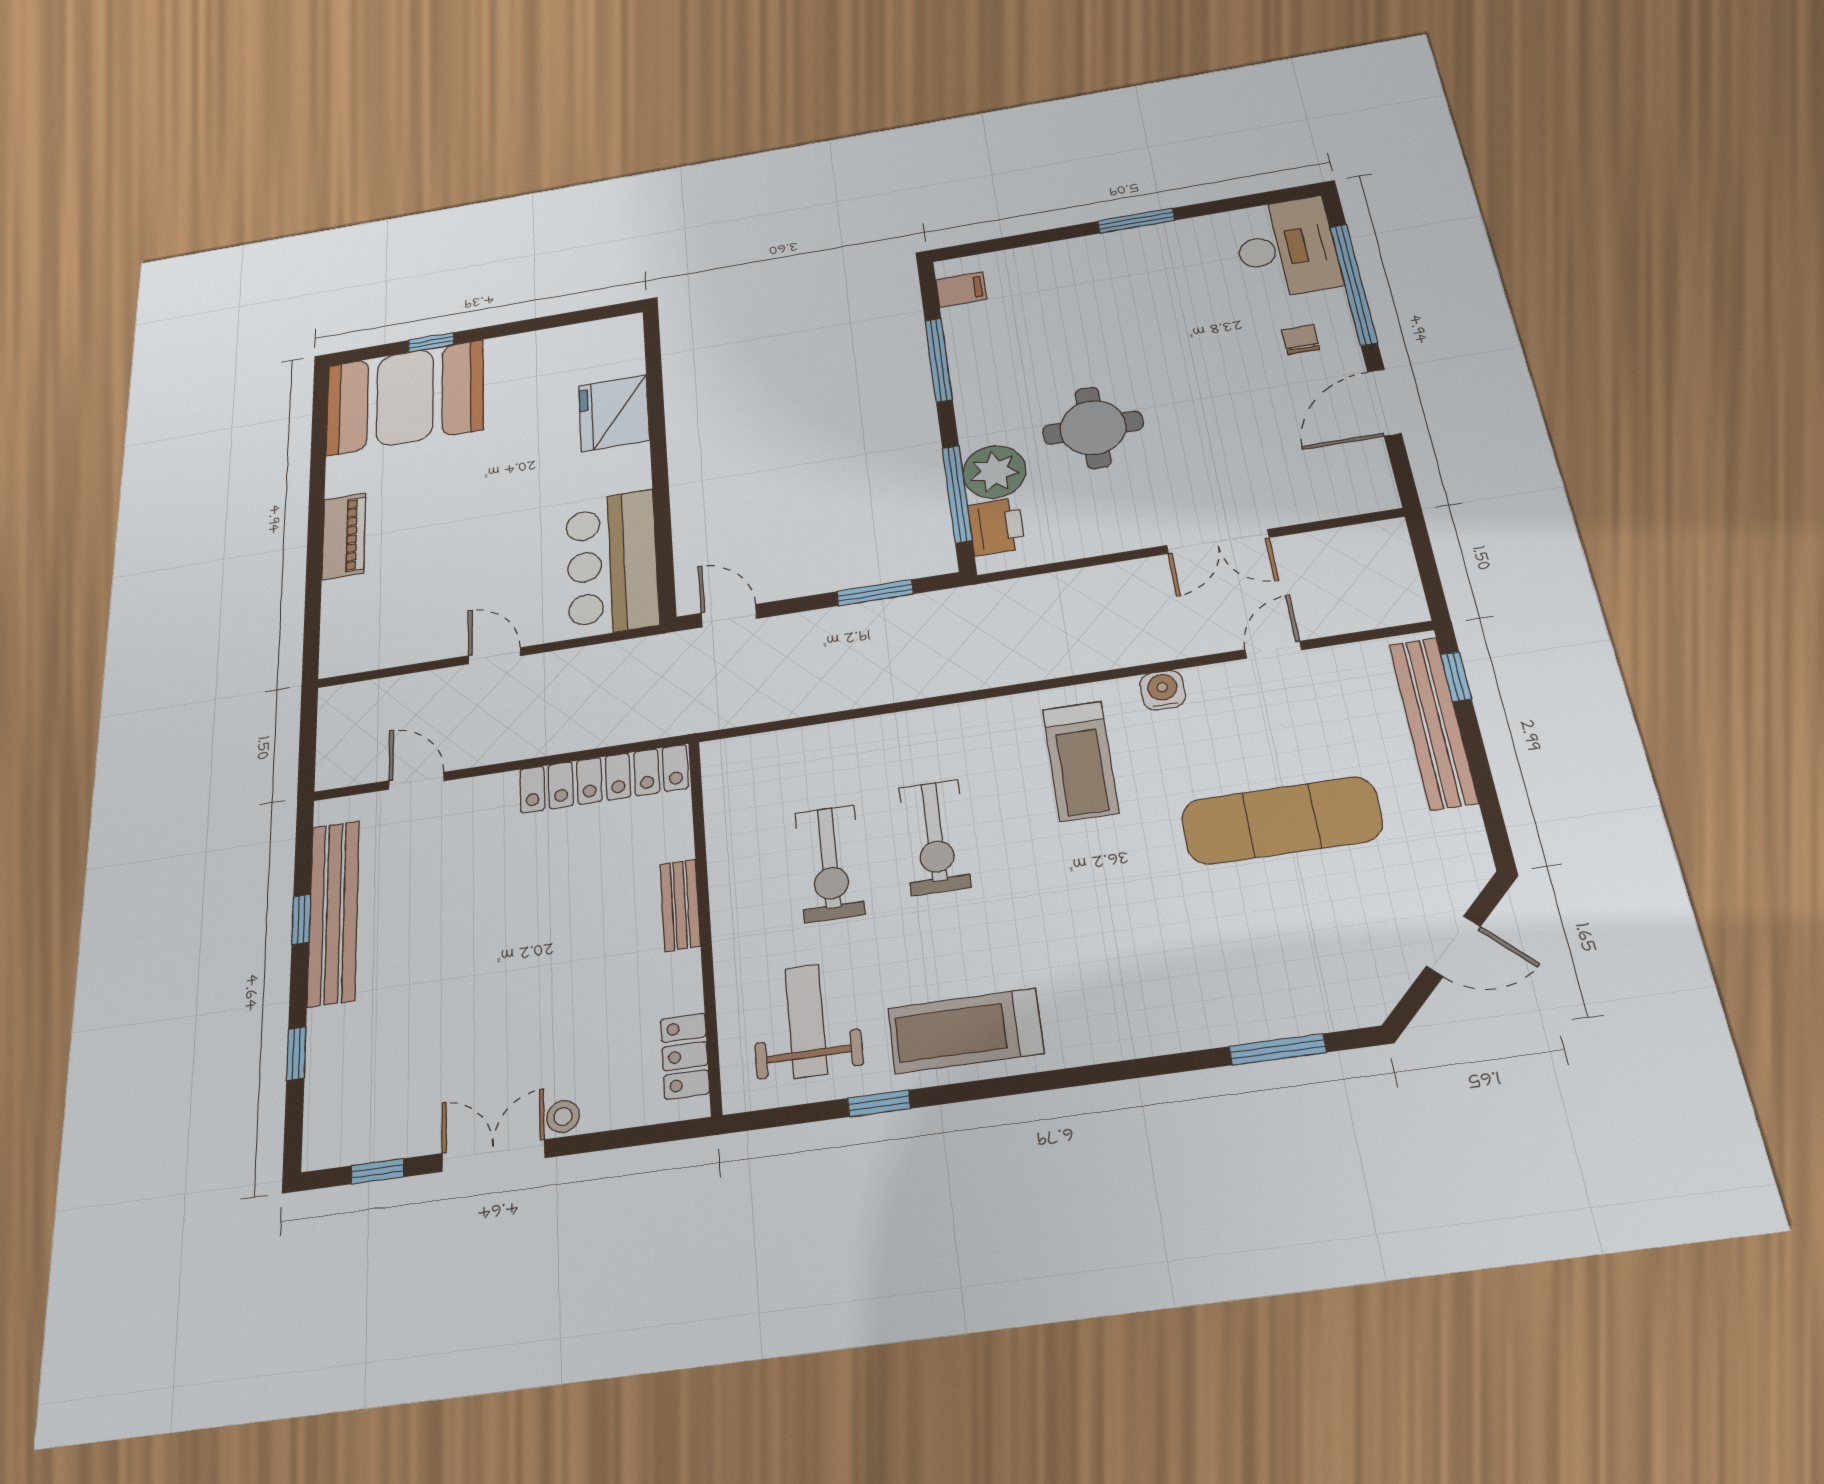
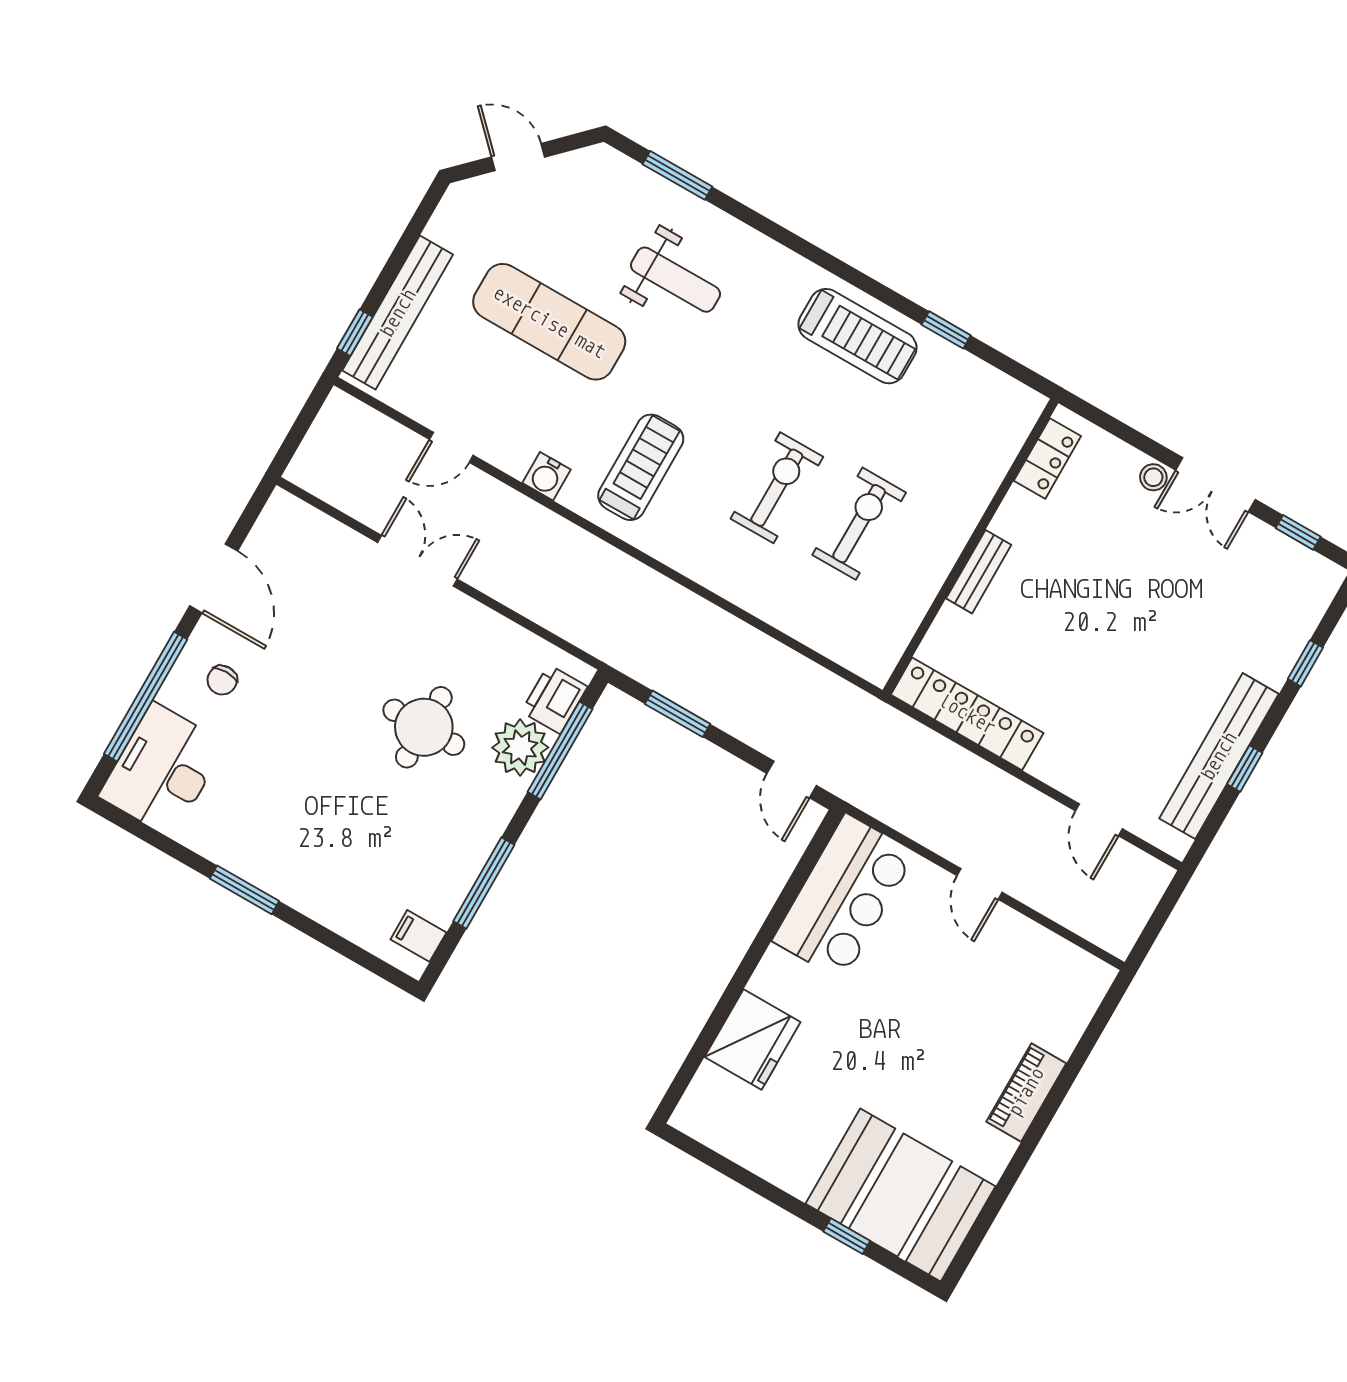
door: (1384, 403) -> (214, 578), hinge flipped
weight bench: (806, 1021) -> (675, 280), moved, turned -90

